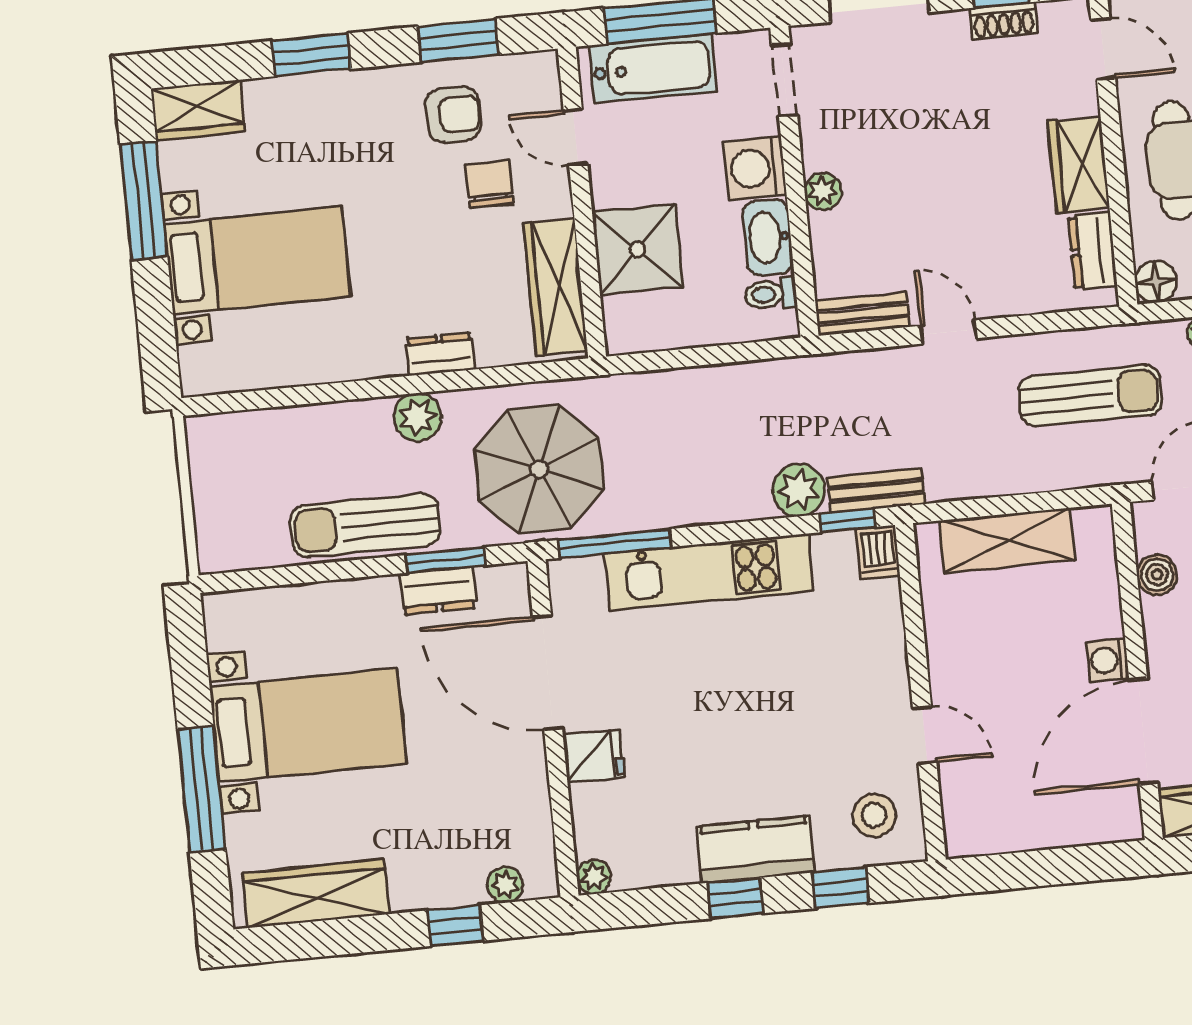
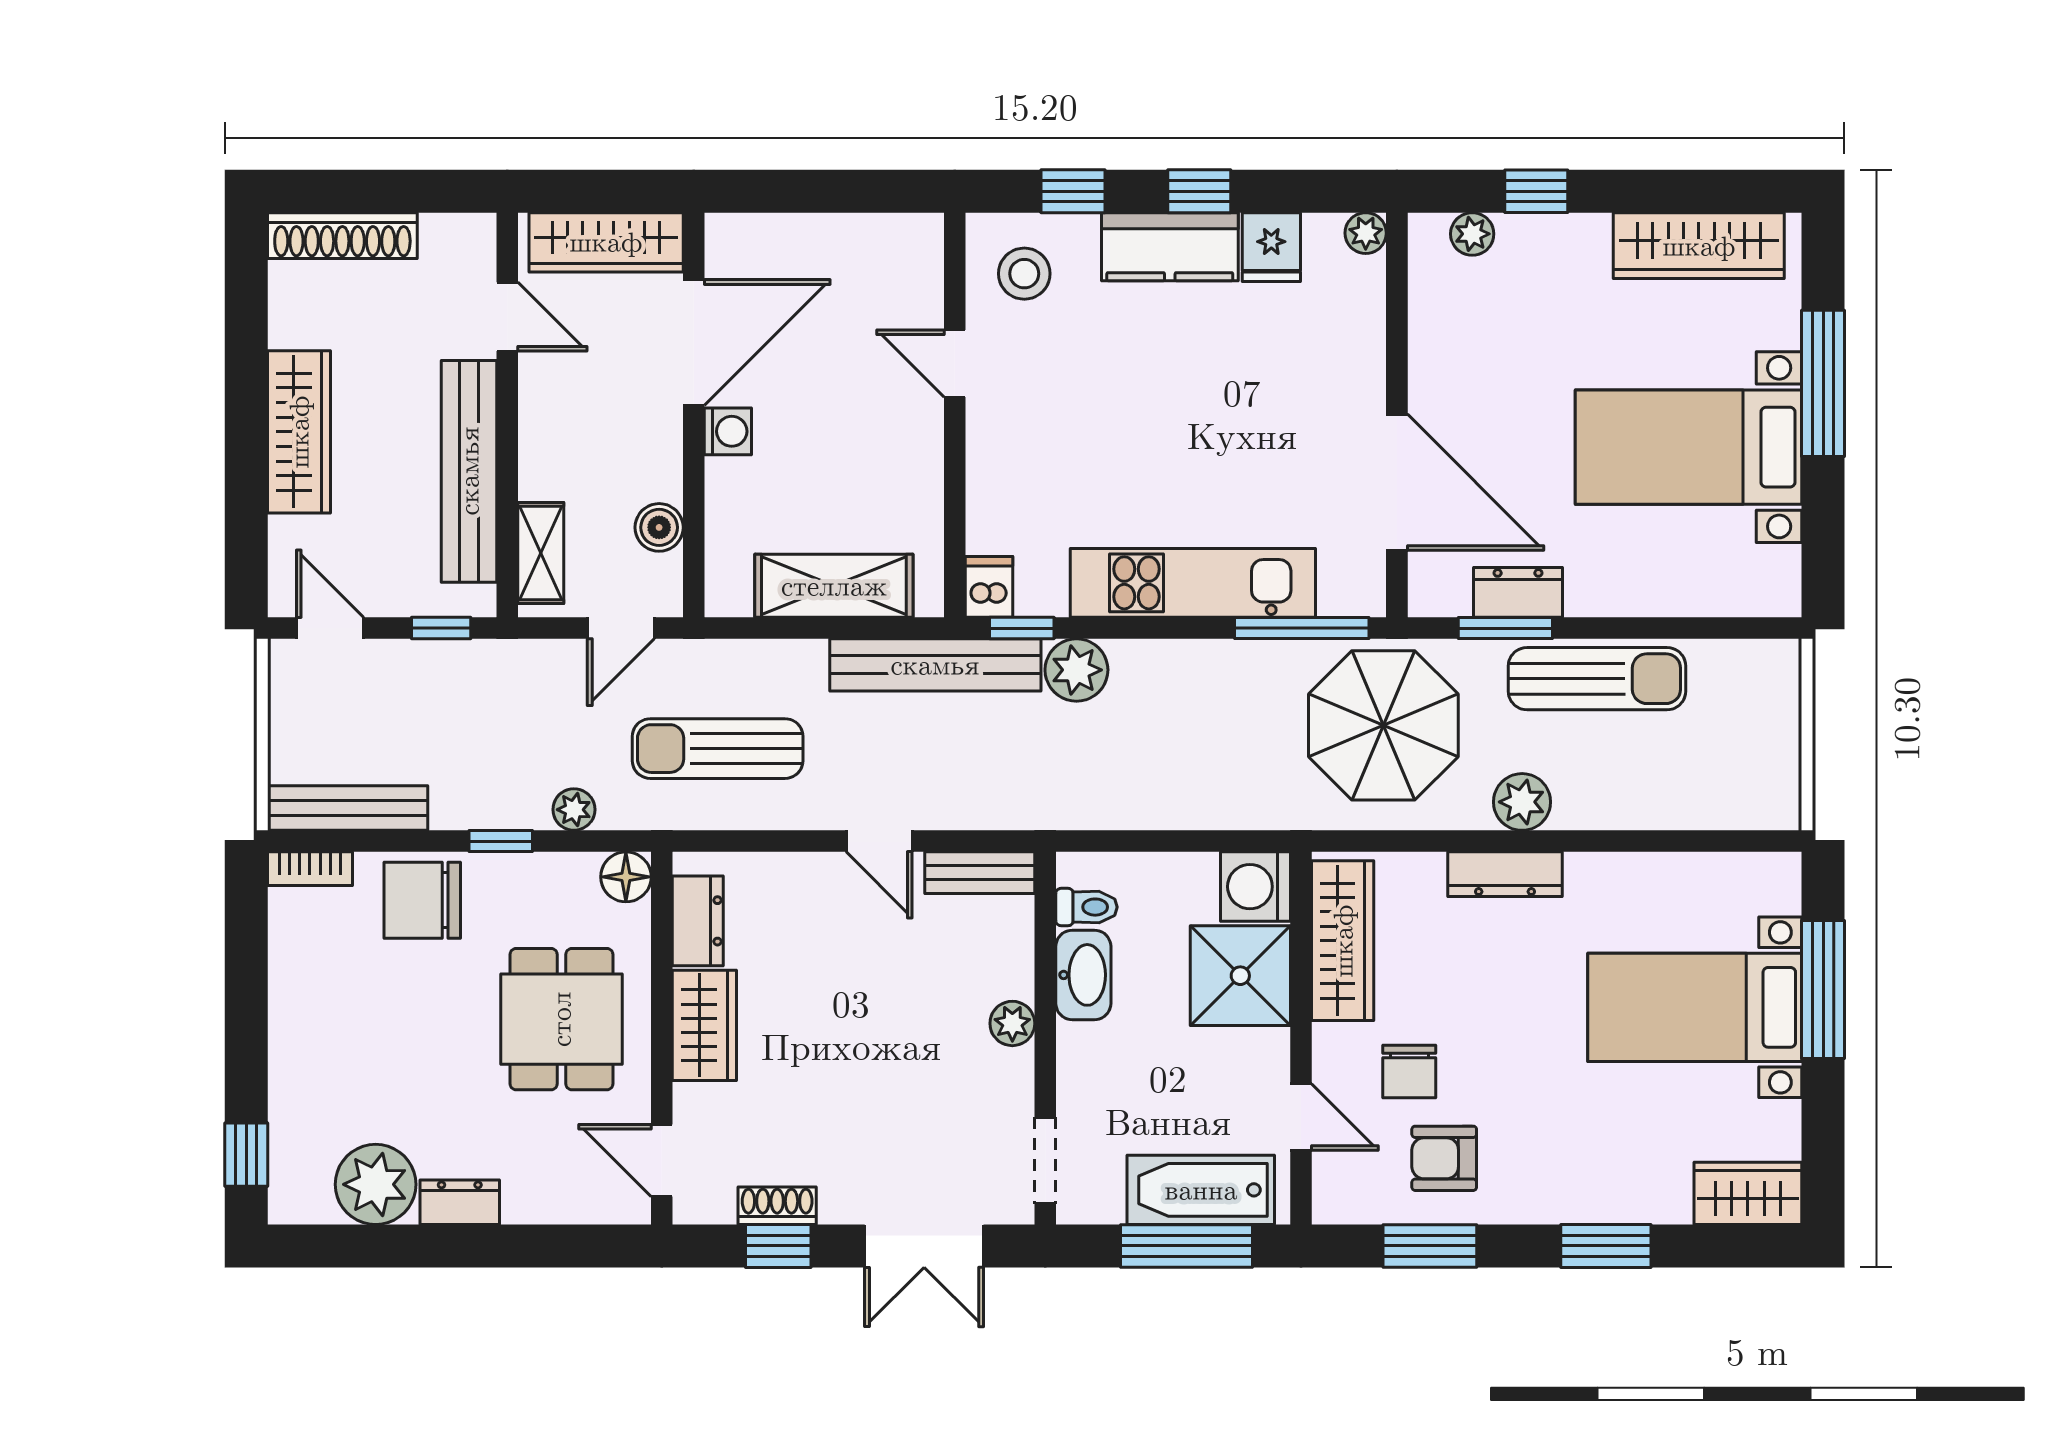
washing machine: (755, 168) -> (1256, 887), moved, turned 180
window: (144, 200) -> (1823, 990), moved
dresser: (440, 354) -> (1505, 874), width x1.44
bench: (876, 491) -> (935, 665), width x1.86, depth x1.21
fridge: (594, 756) -> (1271, 247), moved, turned -90

